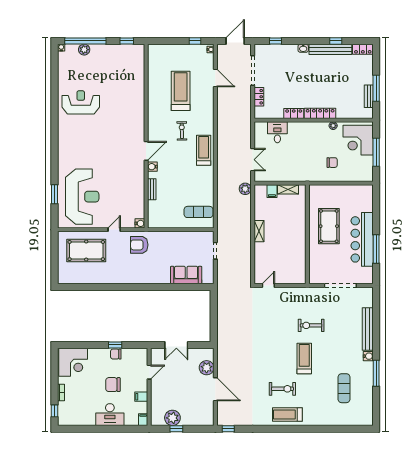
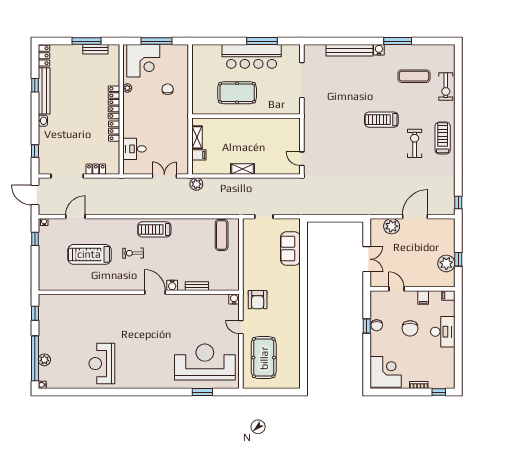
exercise bike: (311, 325) -> (446, 86), moved
treadmill: (287, 414) -> (443, 138), turned 180

